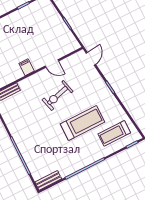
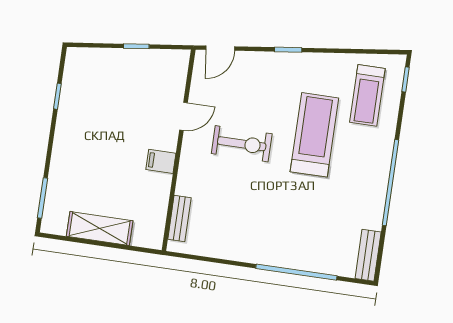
door: (91, 59) -> (220, 48), swing flipped
exercise bike: (58, 96) -> (242, 144), turned -75

